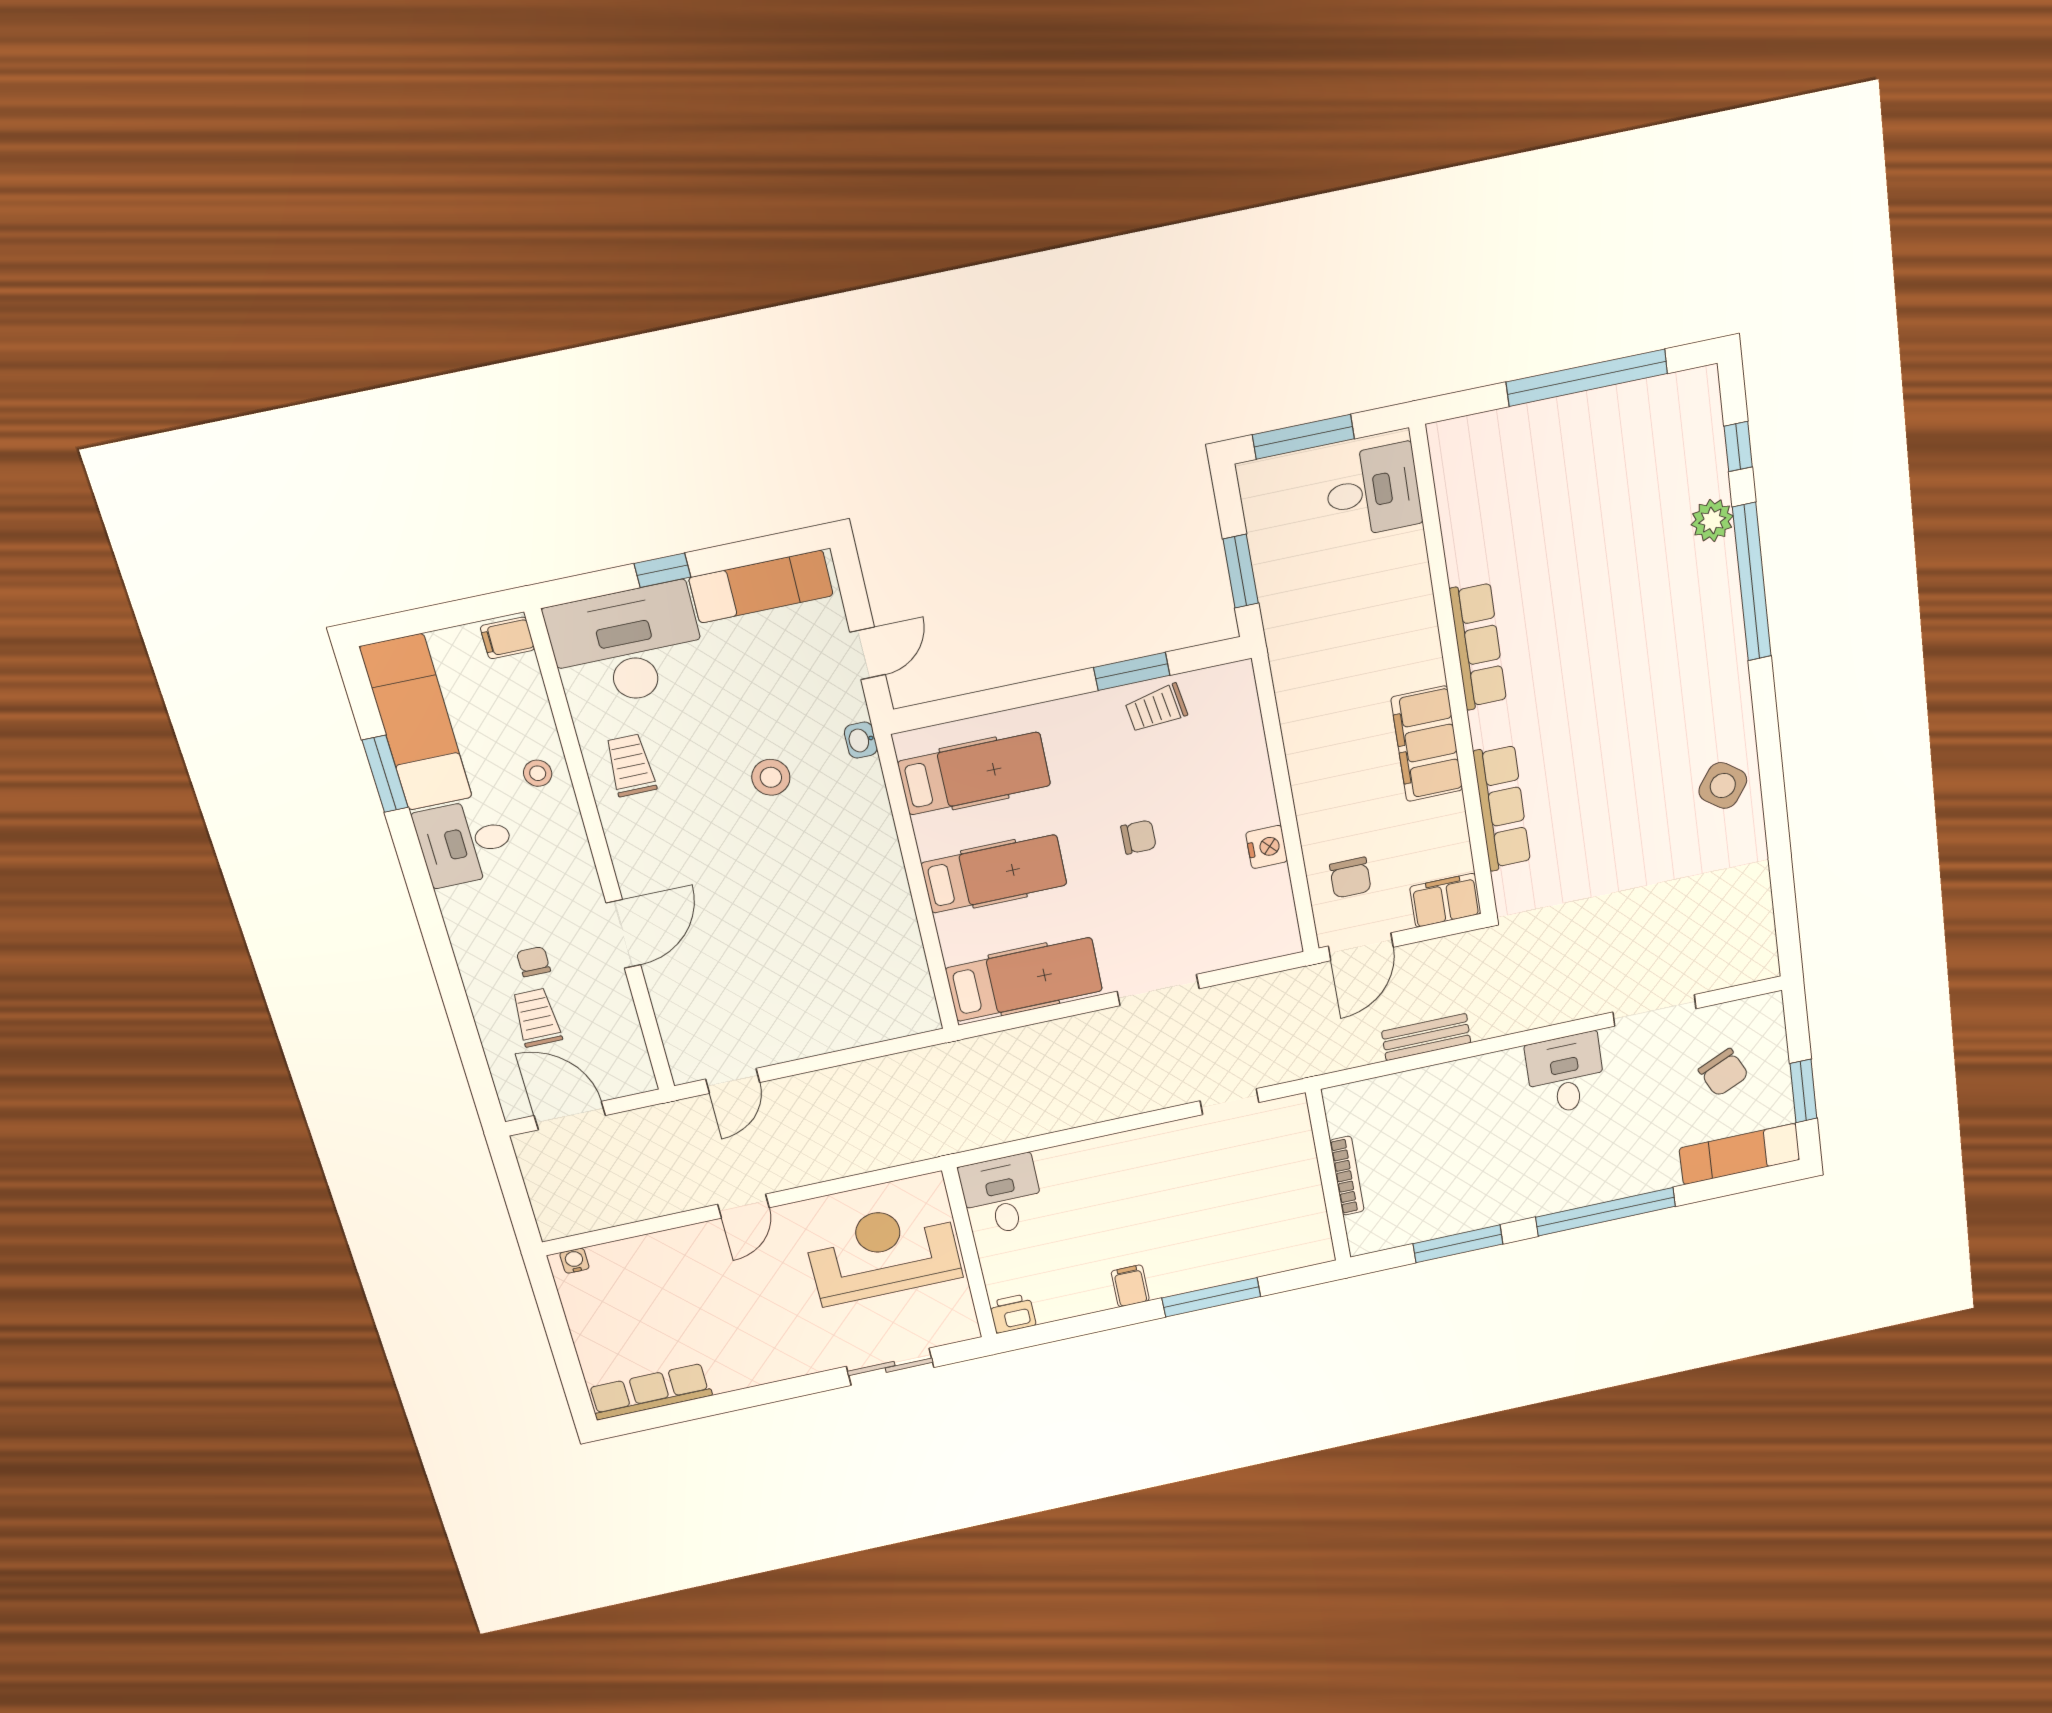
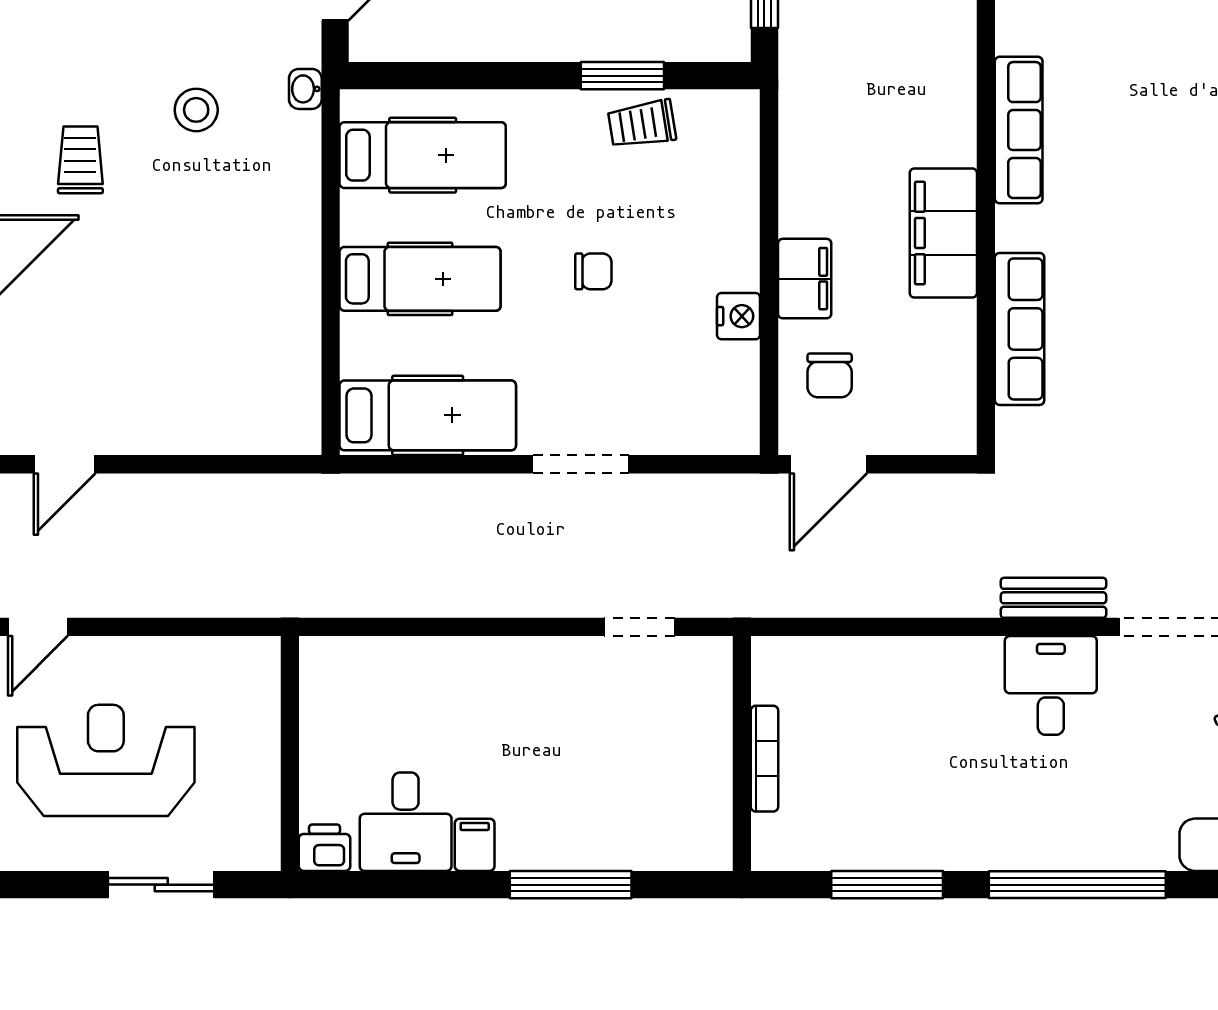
trolley: (631, 765) -> (80, 160), moved
filing cabinet: (1445, 900) -> (805, 279), moved, turned 90
bench: (1426, 1037) -> (1053, 598), moved
desk: (1002, 1195) -> (406, 822), moved, turned 180
reception desk: (883, 1253) -> (106, 760), moved

